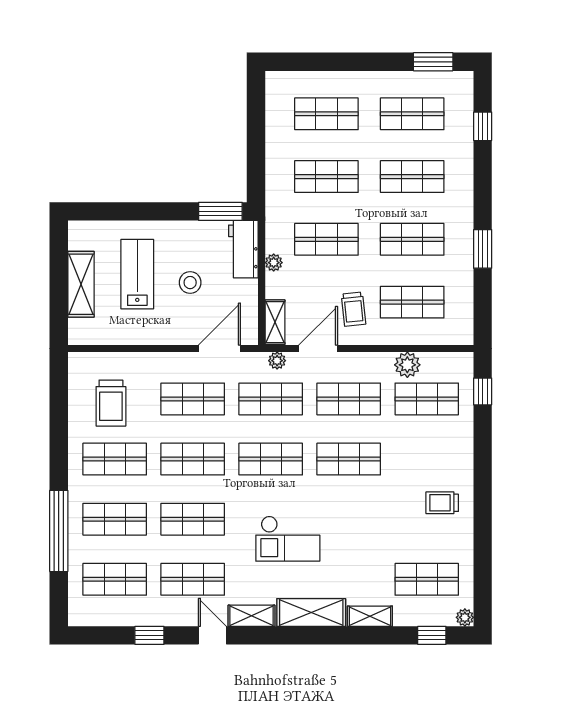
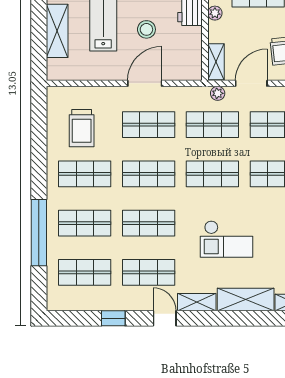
door: (219, 349) -> (145, 83), moved

